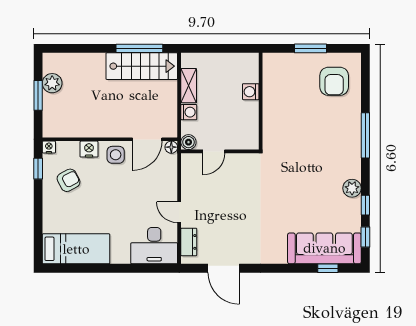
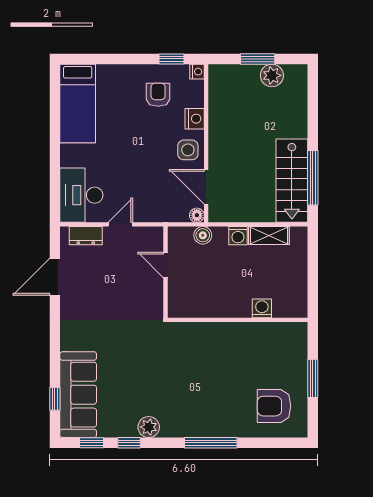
door: (214, 151) -> (166, 265), moved
wall: (220, 151) -> (166, 272), moved
armchair: (69, 180) -> (158, 95), turned -152

